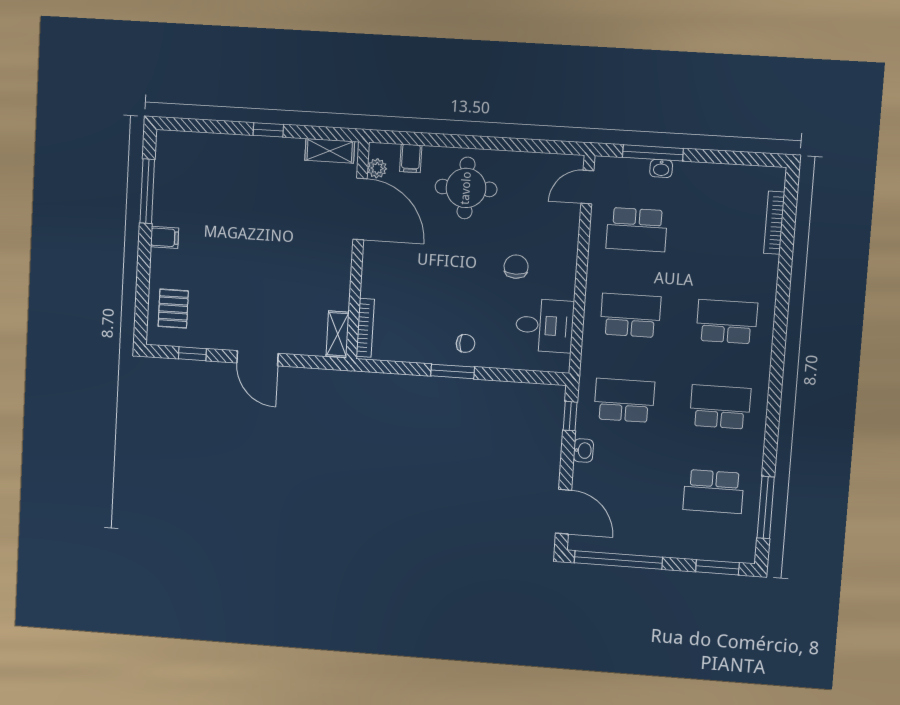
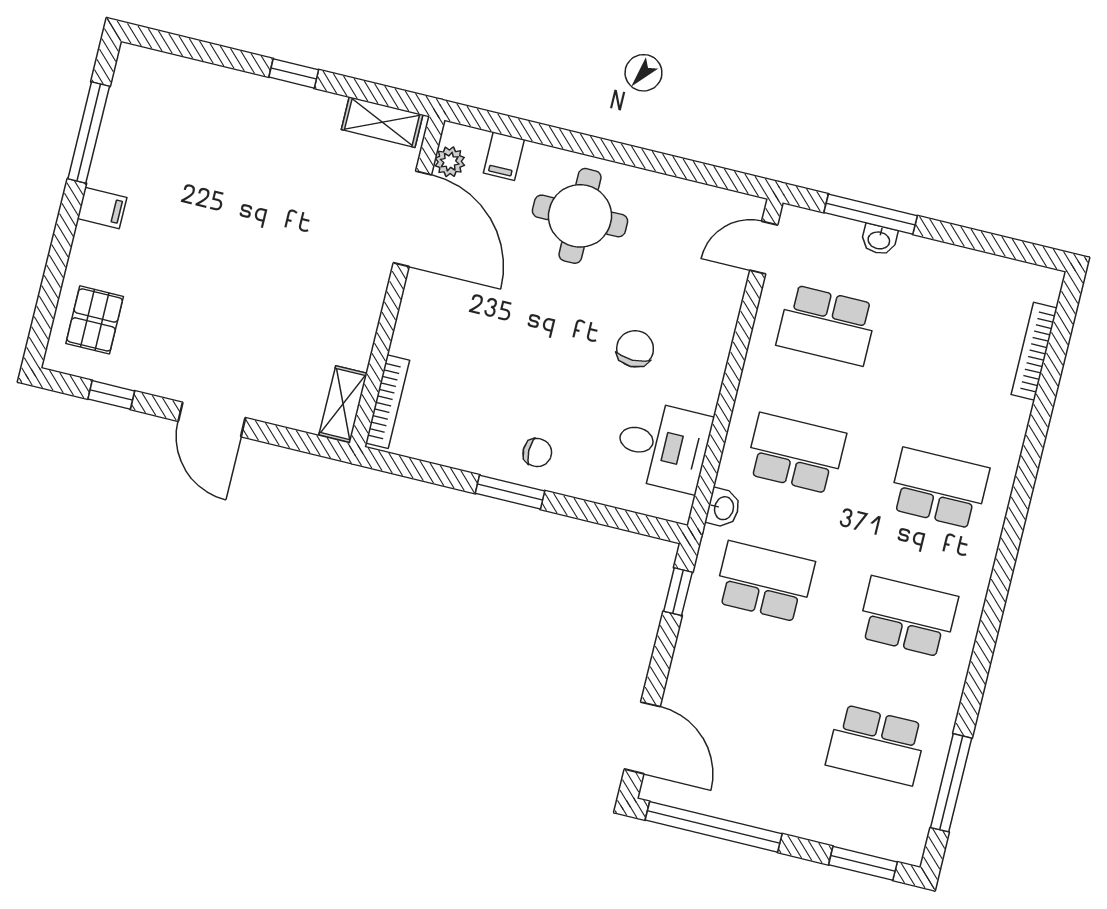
washbasin: (583, 451) -> (723, 508), moved

